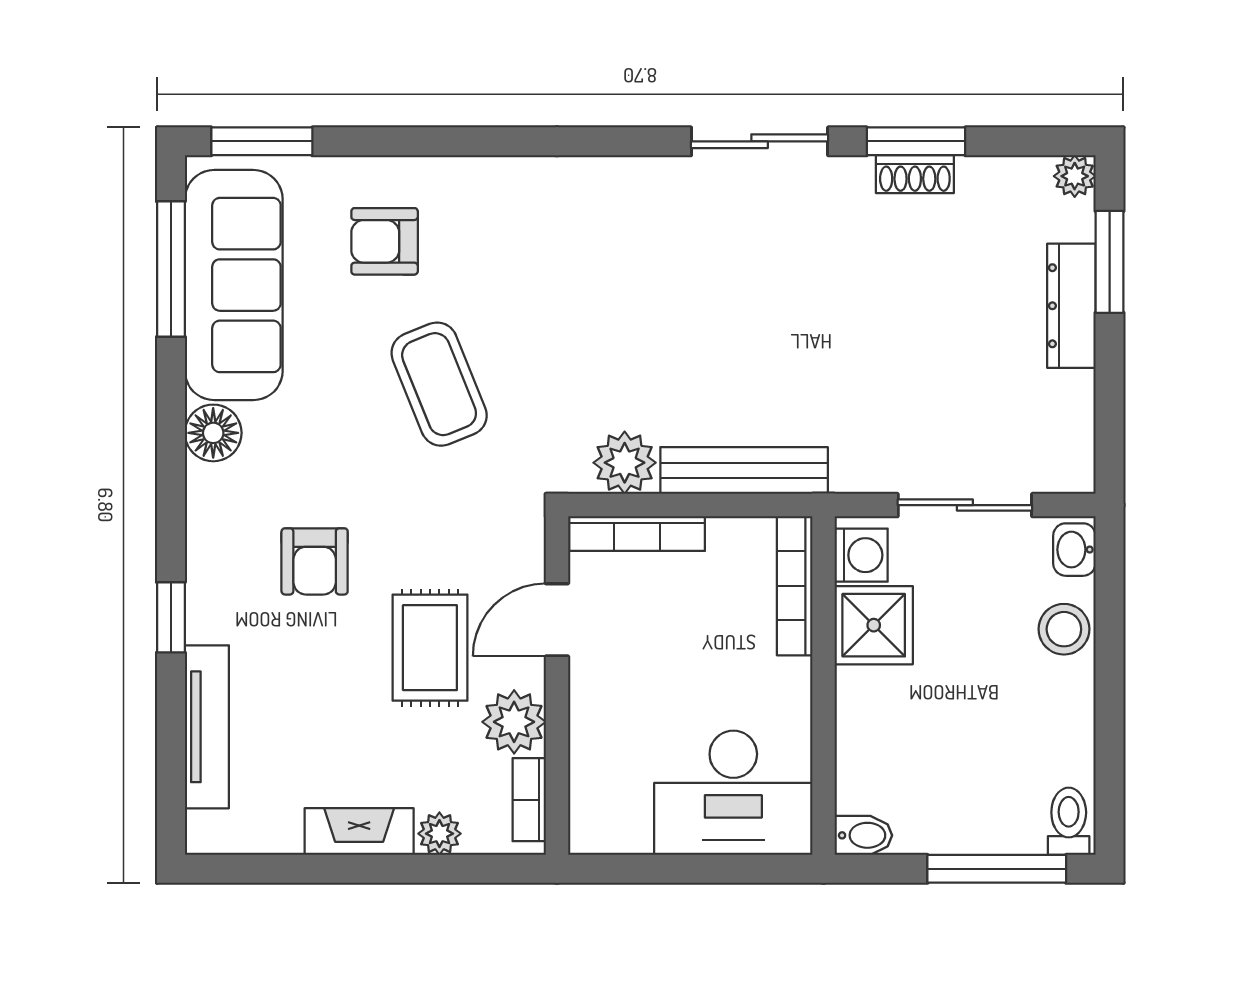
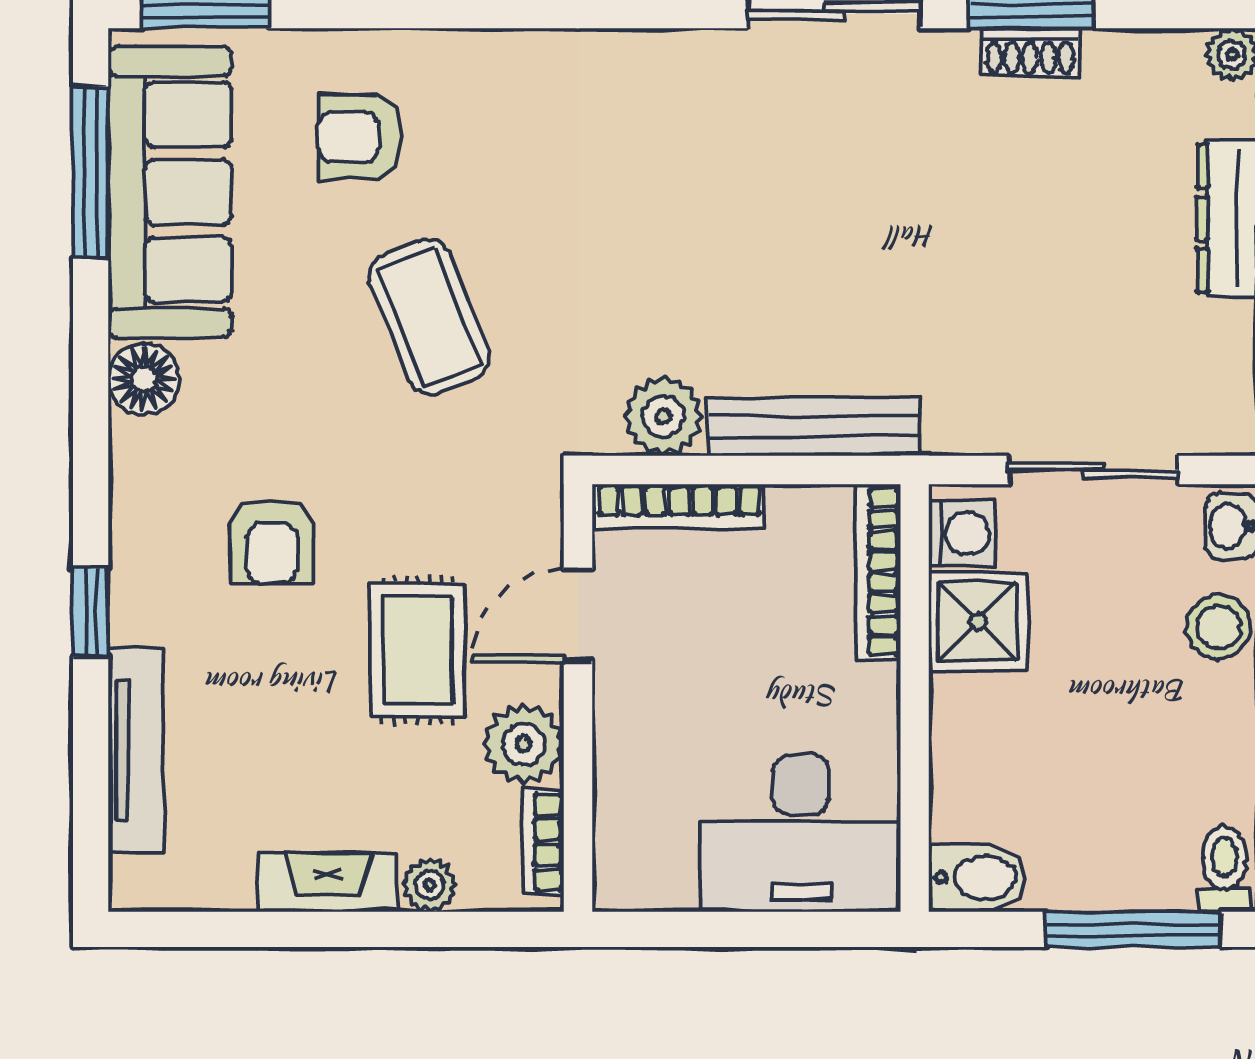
bidet: (863, 835) -> (978, 878), width x1.38, depth x1.36

